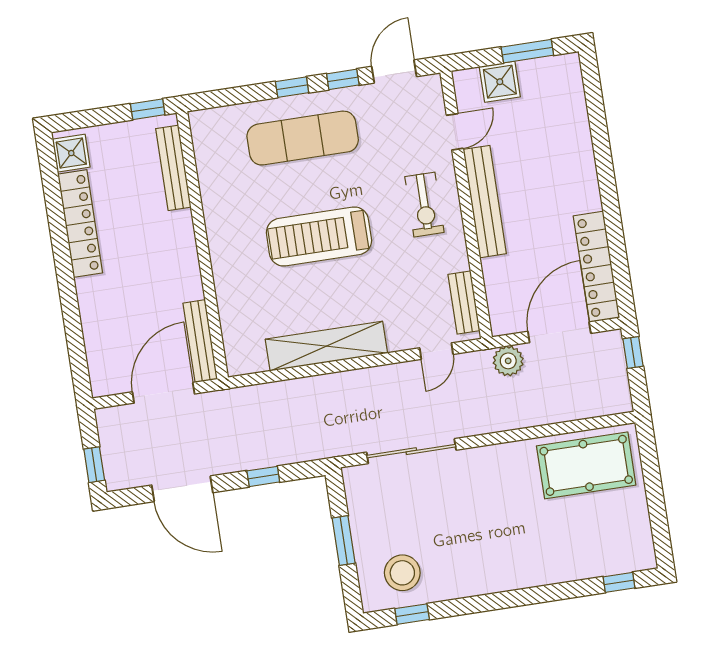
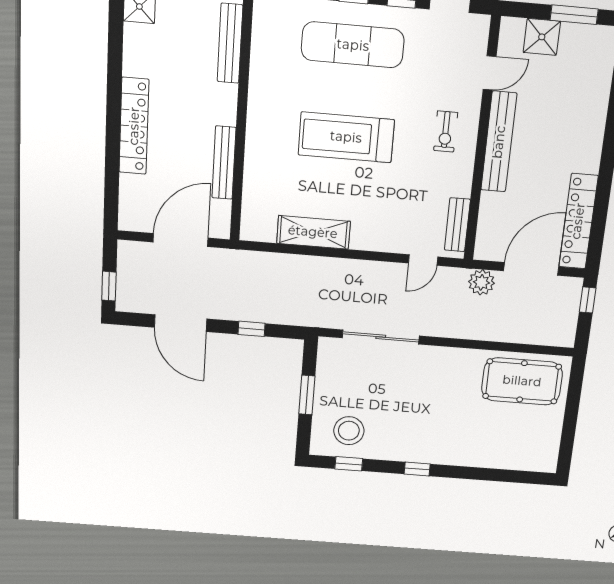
exercise bike: (424, 205) -> (446, 132), width x0.73, depth x0.72
locker: (80, 223) -> (134, 126), moved
bench: (200, 341) -> (224, 163), moved
shelving: (326, 346) -> (313, 232), width x0.68
window: (619, 582) -> (417, 469), moved

